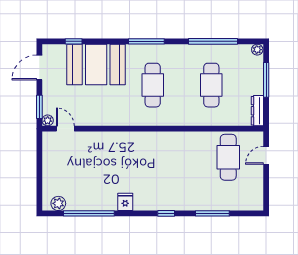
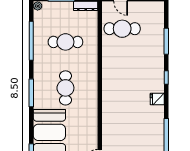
cafe table: (153, 85) -> (65, 88), turned 90
fridge: (125, 202) -> (157, 99), moved

